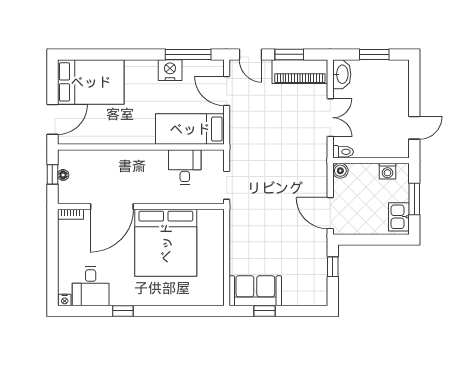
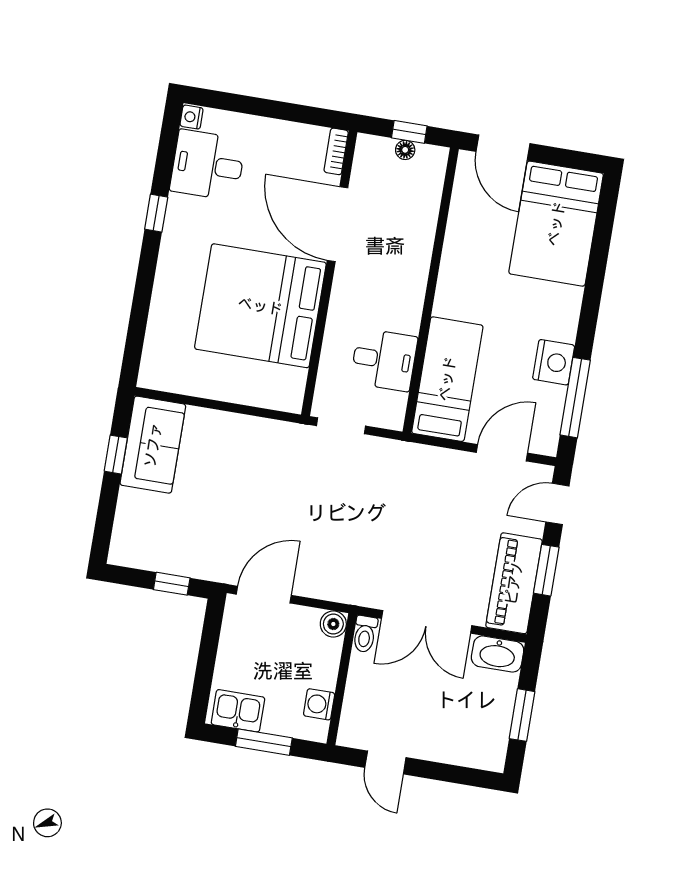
double door: (330, 118) -> (427, 622), width x1.37

